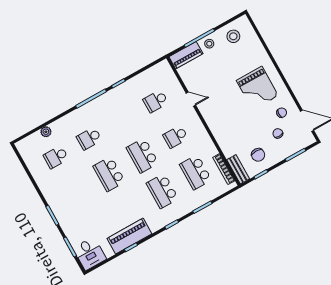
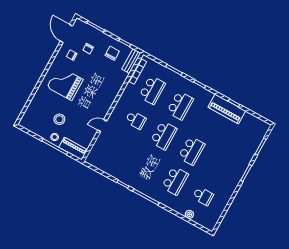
stool: (233, 36) -> (59, 119), moved
grand piano: (257, 88) -> (65, 83), turned -90
door: (191, 99) -> (102, 126), hinge flipped
school desk: (156, 101) -> (119, 150), removed
school desk: (89, 138) -> (175, 181), width x1.85
desk: (90, 254) -> (257, 130), removed

